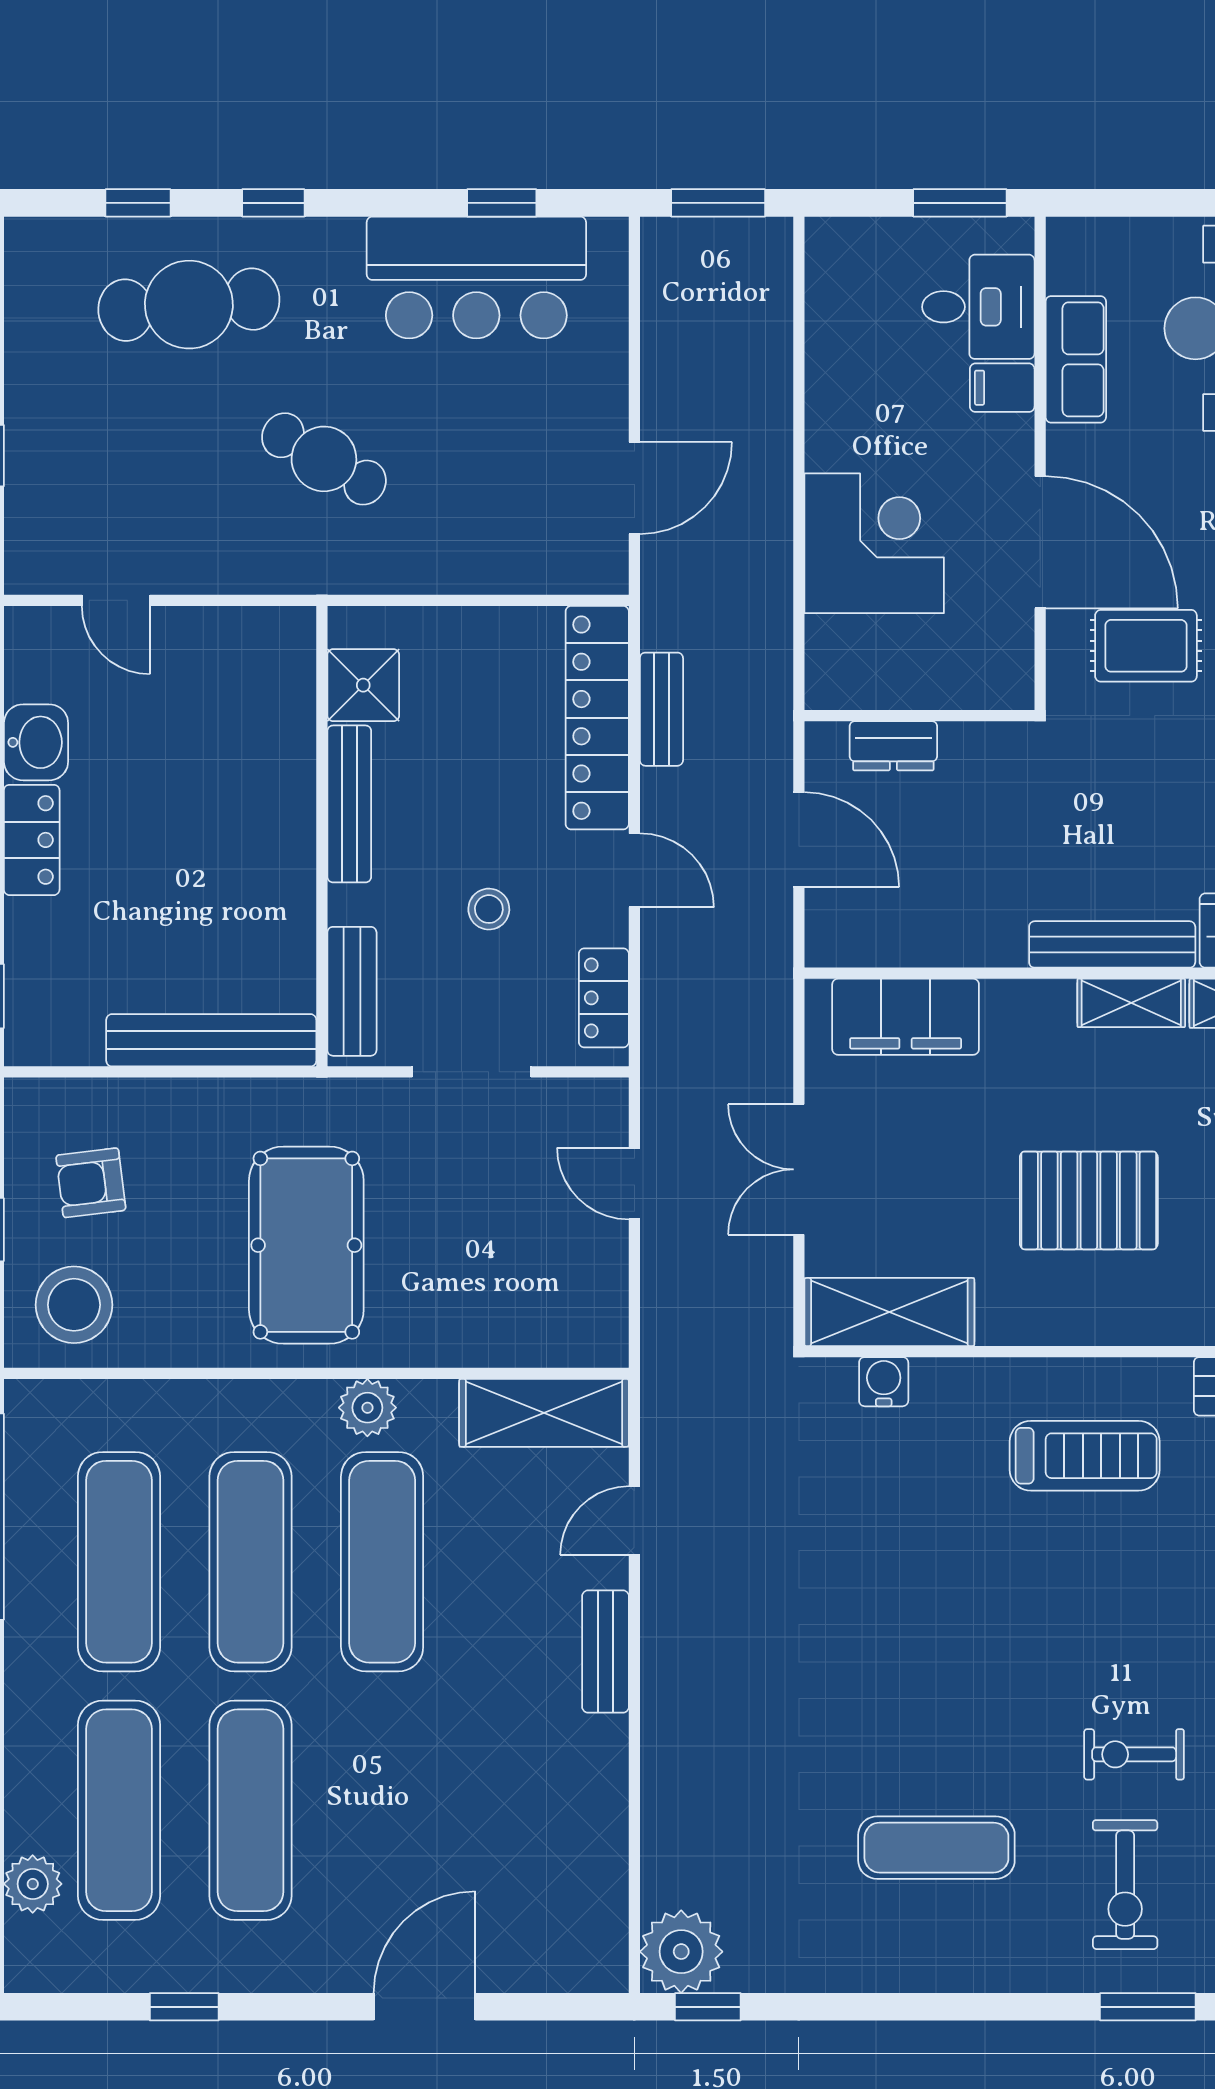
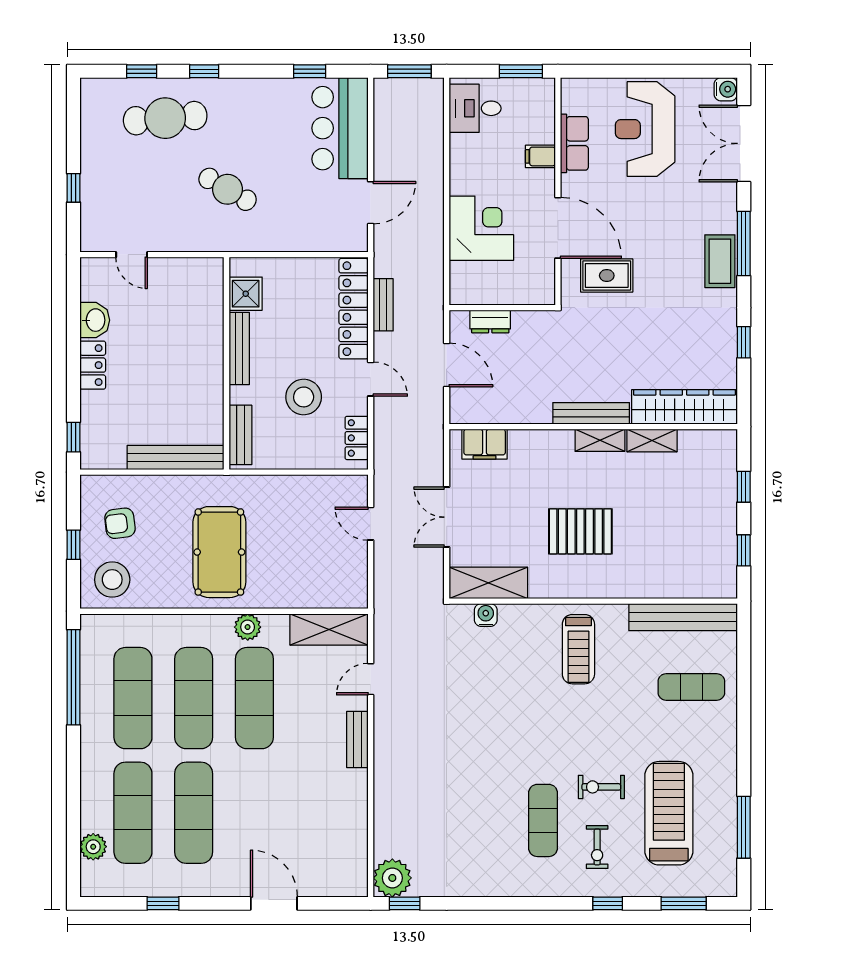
bar counter: (476, 278) -> (340, 128), moved, turned 90
desk: (978, 307) -> (475, 108), moved, turned 180
stool: (489, 909) -> (304, 397), width x1.89, depth x1.89
filing cabinet: (906, 1017) -> (485, 444), width x0.67, depth x0.86
doorway: (472, 1072) -> (296, 472), removed
treadmill: (1085, 1456) -> (578, 649), turned 90
exercise mat: (936, 1848) -> (543, 820), moved, turned 90
exercise bike: (1125, 1885) -> (597, 847), width x0.73, depth x0.72
door: (425, 2007) -> (274, 903), hinge flipped
window: (1148, 2007) -> (608, 903), width x0.67

